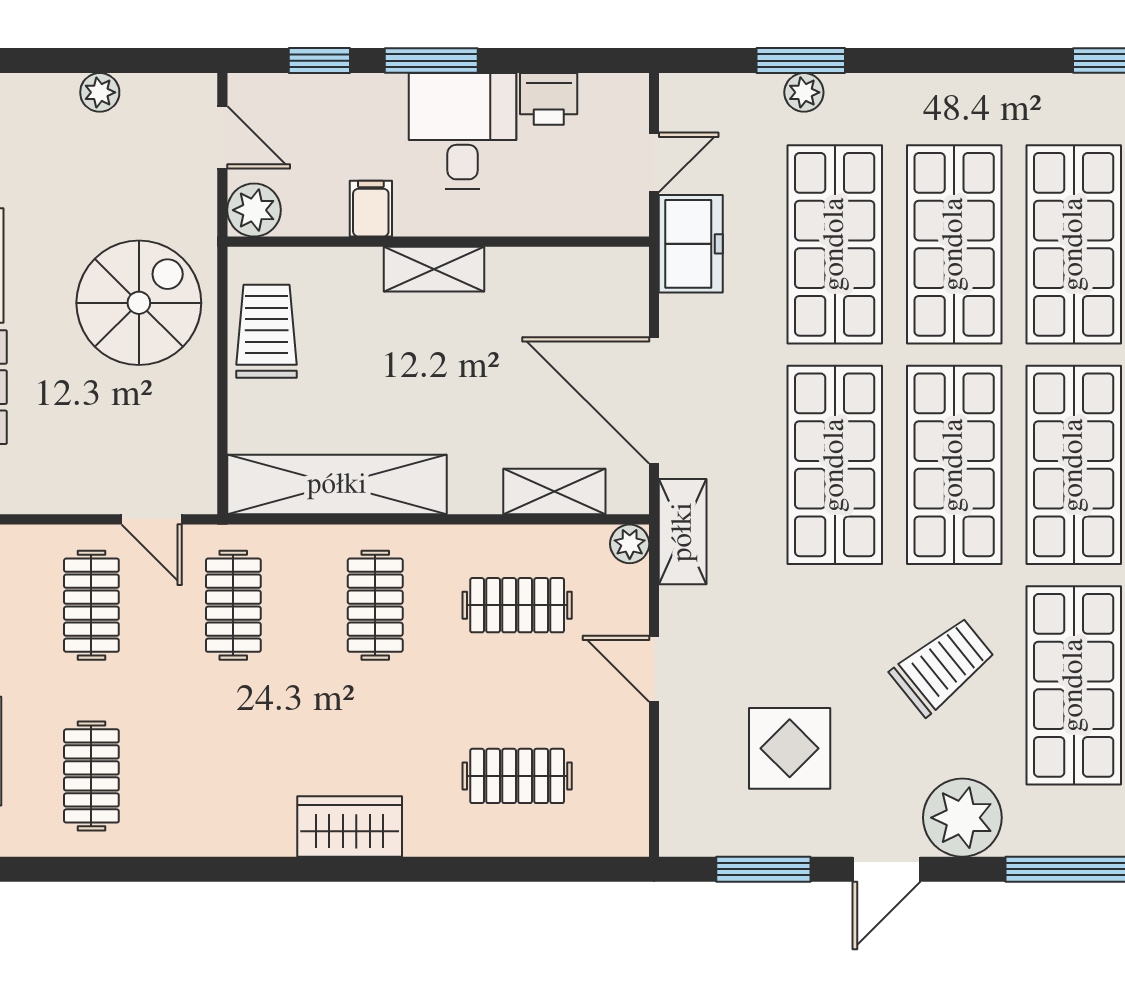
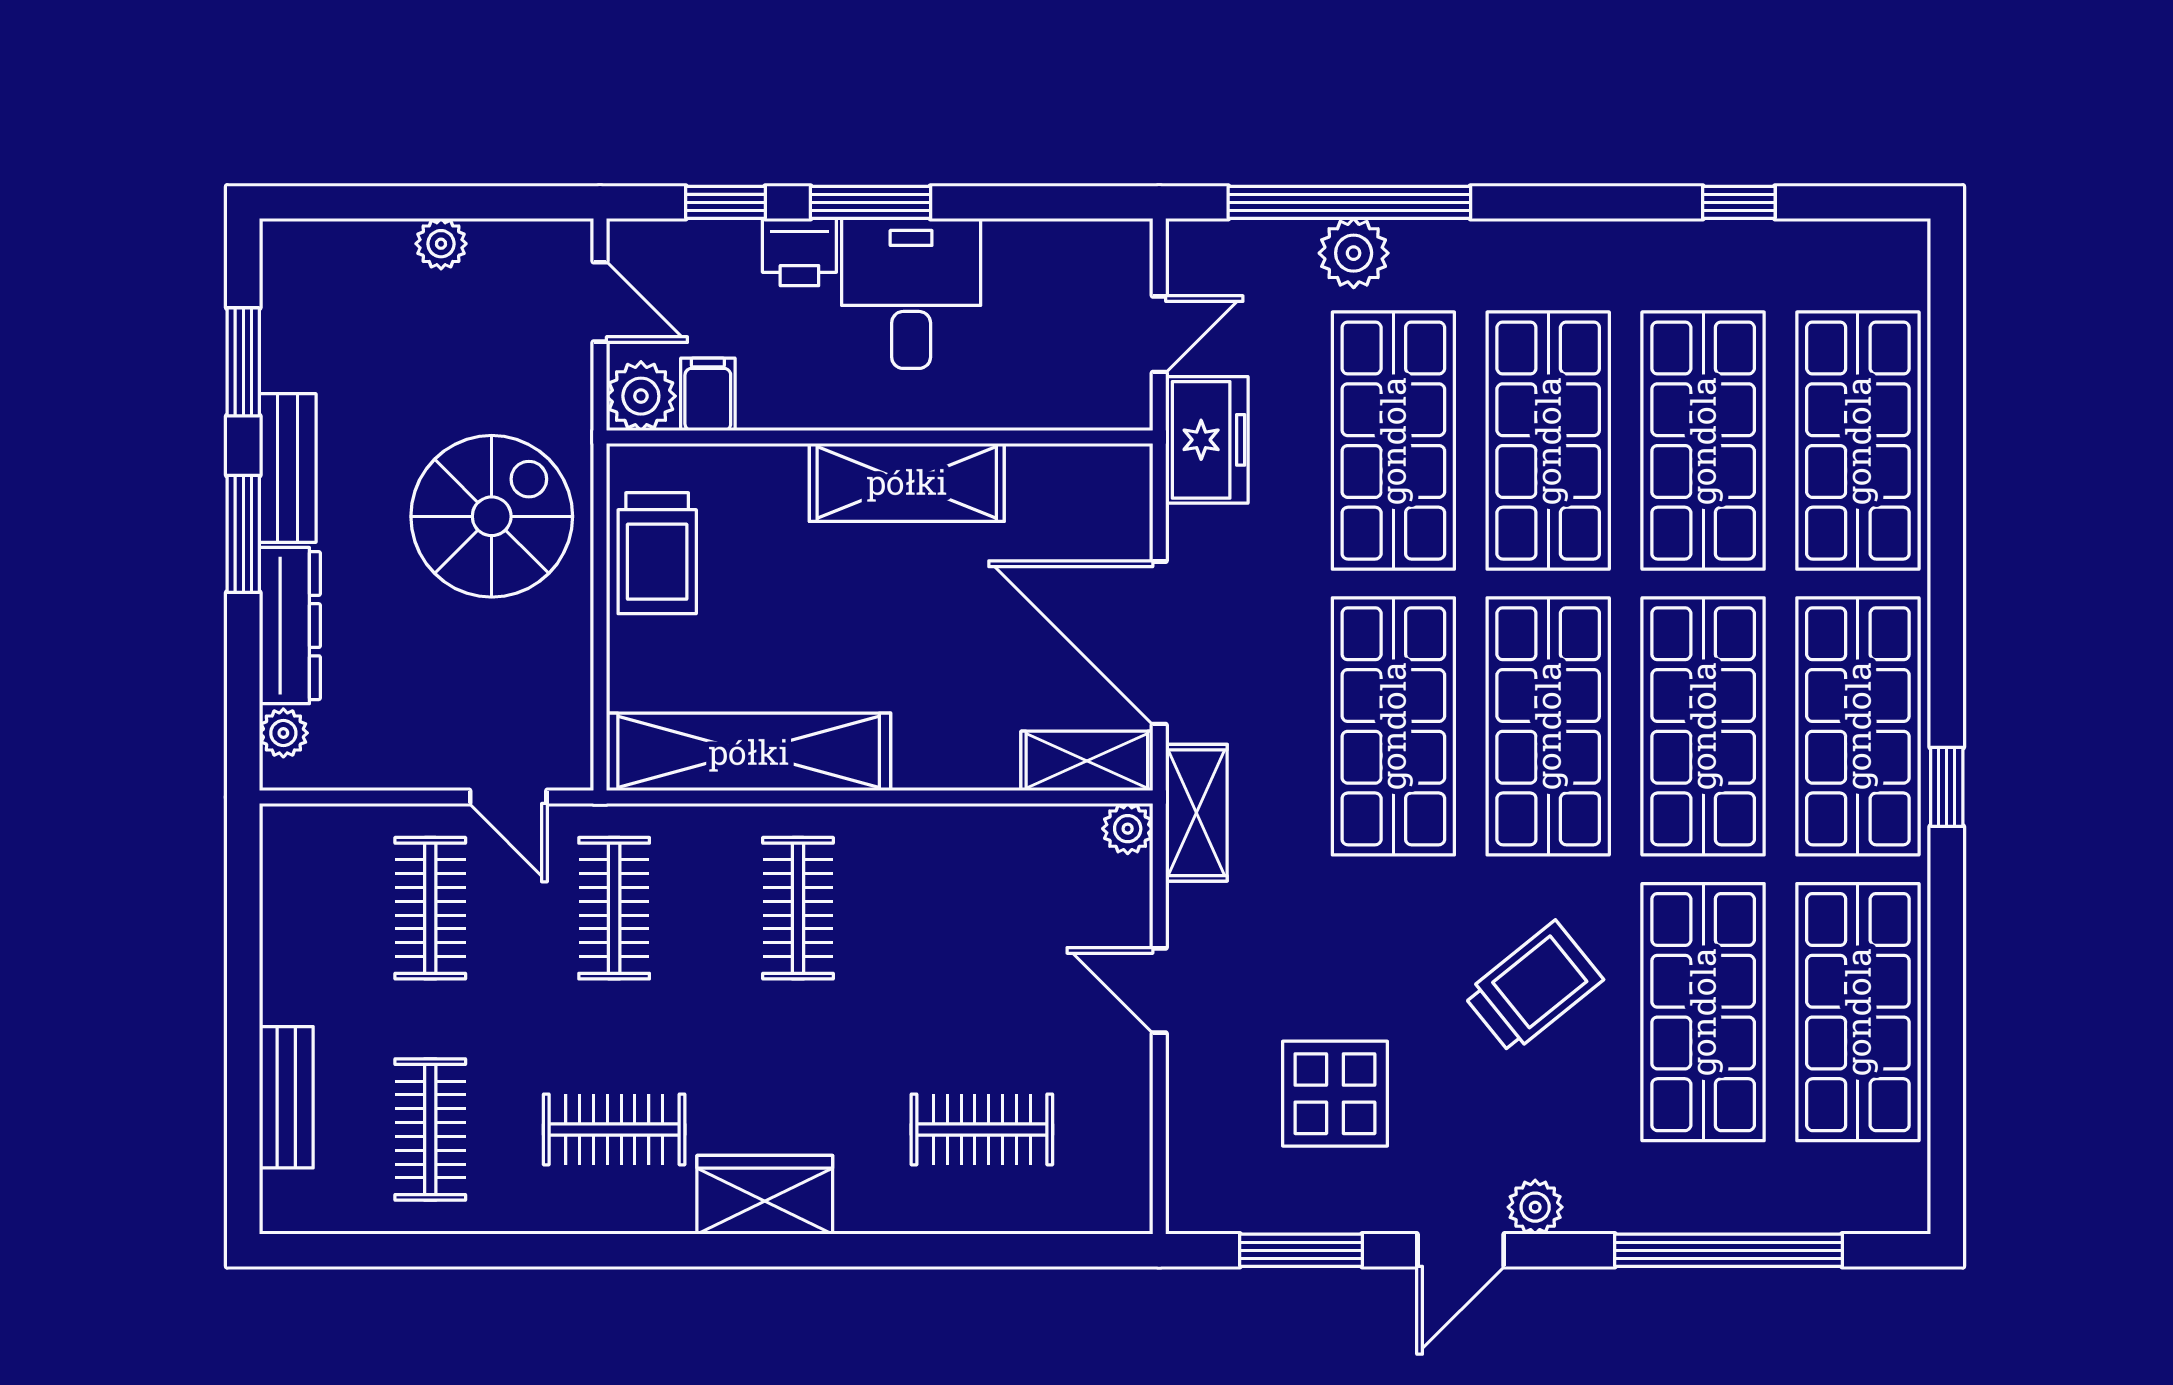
window: (801, 61) -> (1349, 202), width x2.11
plant: (804, 92) -> (1354, 253), width x1.38, depth x1.38
printer: (549, 99) -> (799, 252), moved
filing cabinet: (371, 209) -> (708, 394), moved
shelving: (434, 269) -> (907, 482), width x1.50, depth x1.33
trolley: (267, 331) -> (657, 553), turned 180
shelving: (554, 492) -> (1087, 761), moved
clothes rail: (517, 605) -> (614, 1129), moved
plant: (962, 818) -> (1535, 1207), width x0.53, depth x0.53

